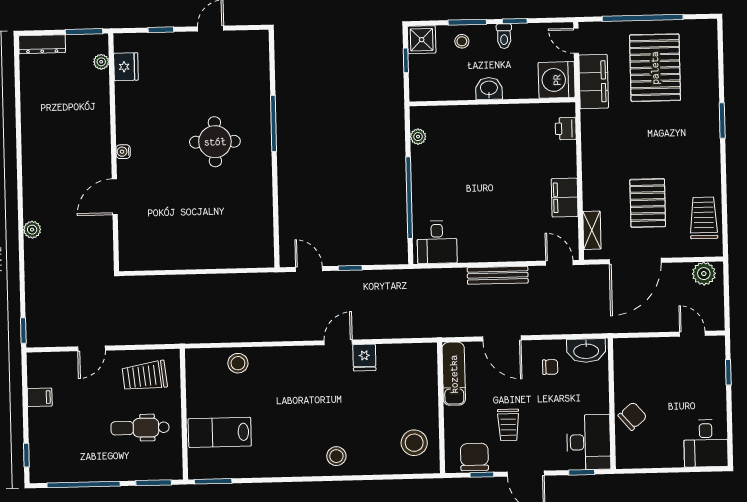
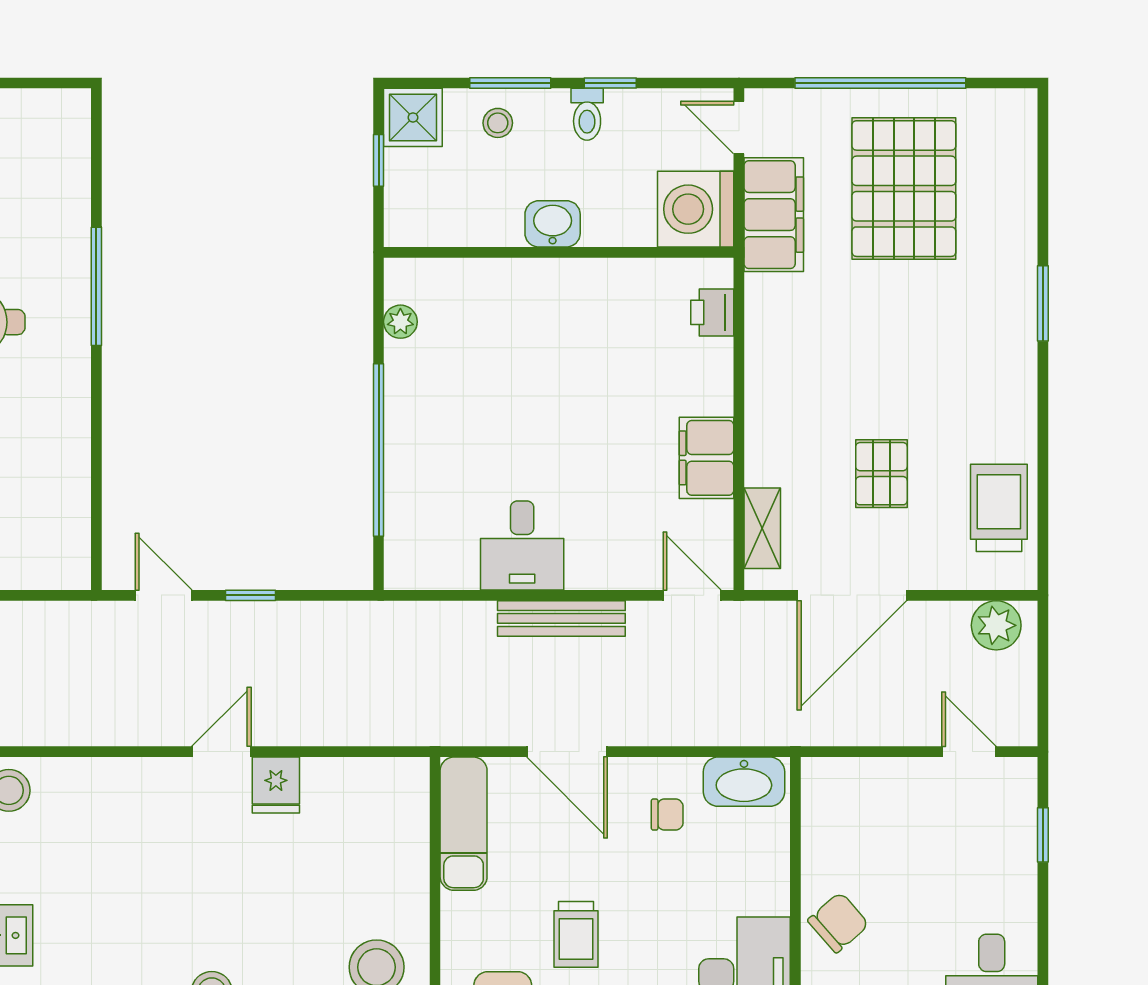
pallet: (648, 203) -> (881, 474), width x0.67, depth x0.71
desk: (437, 242) -> (522, 545), moved

